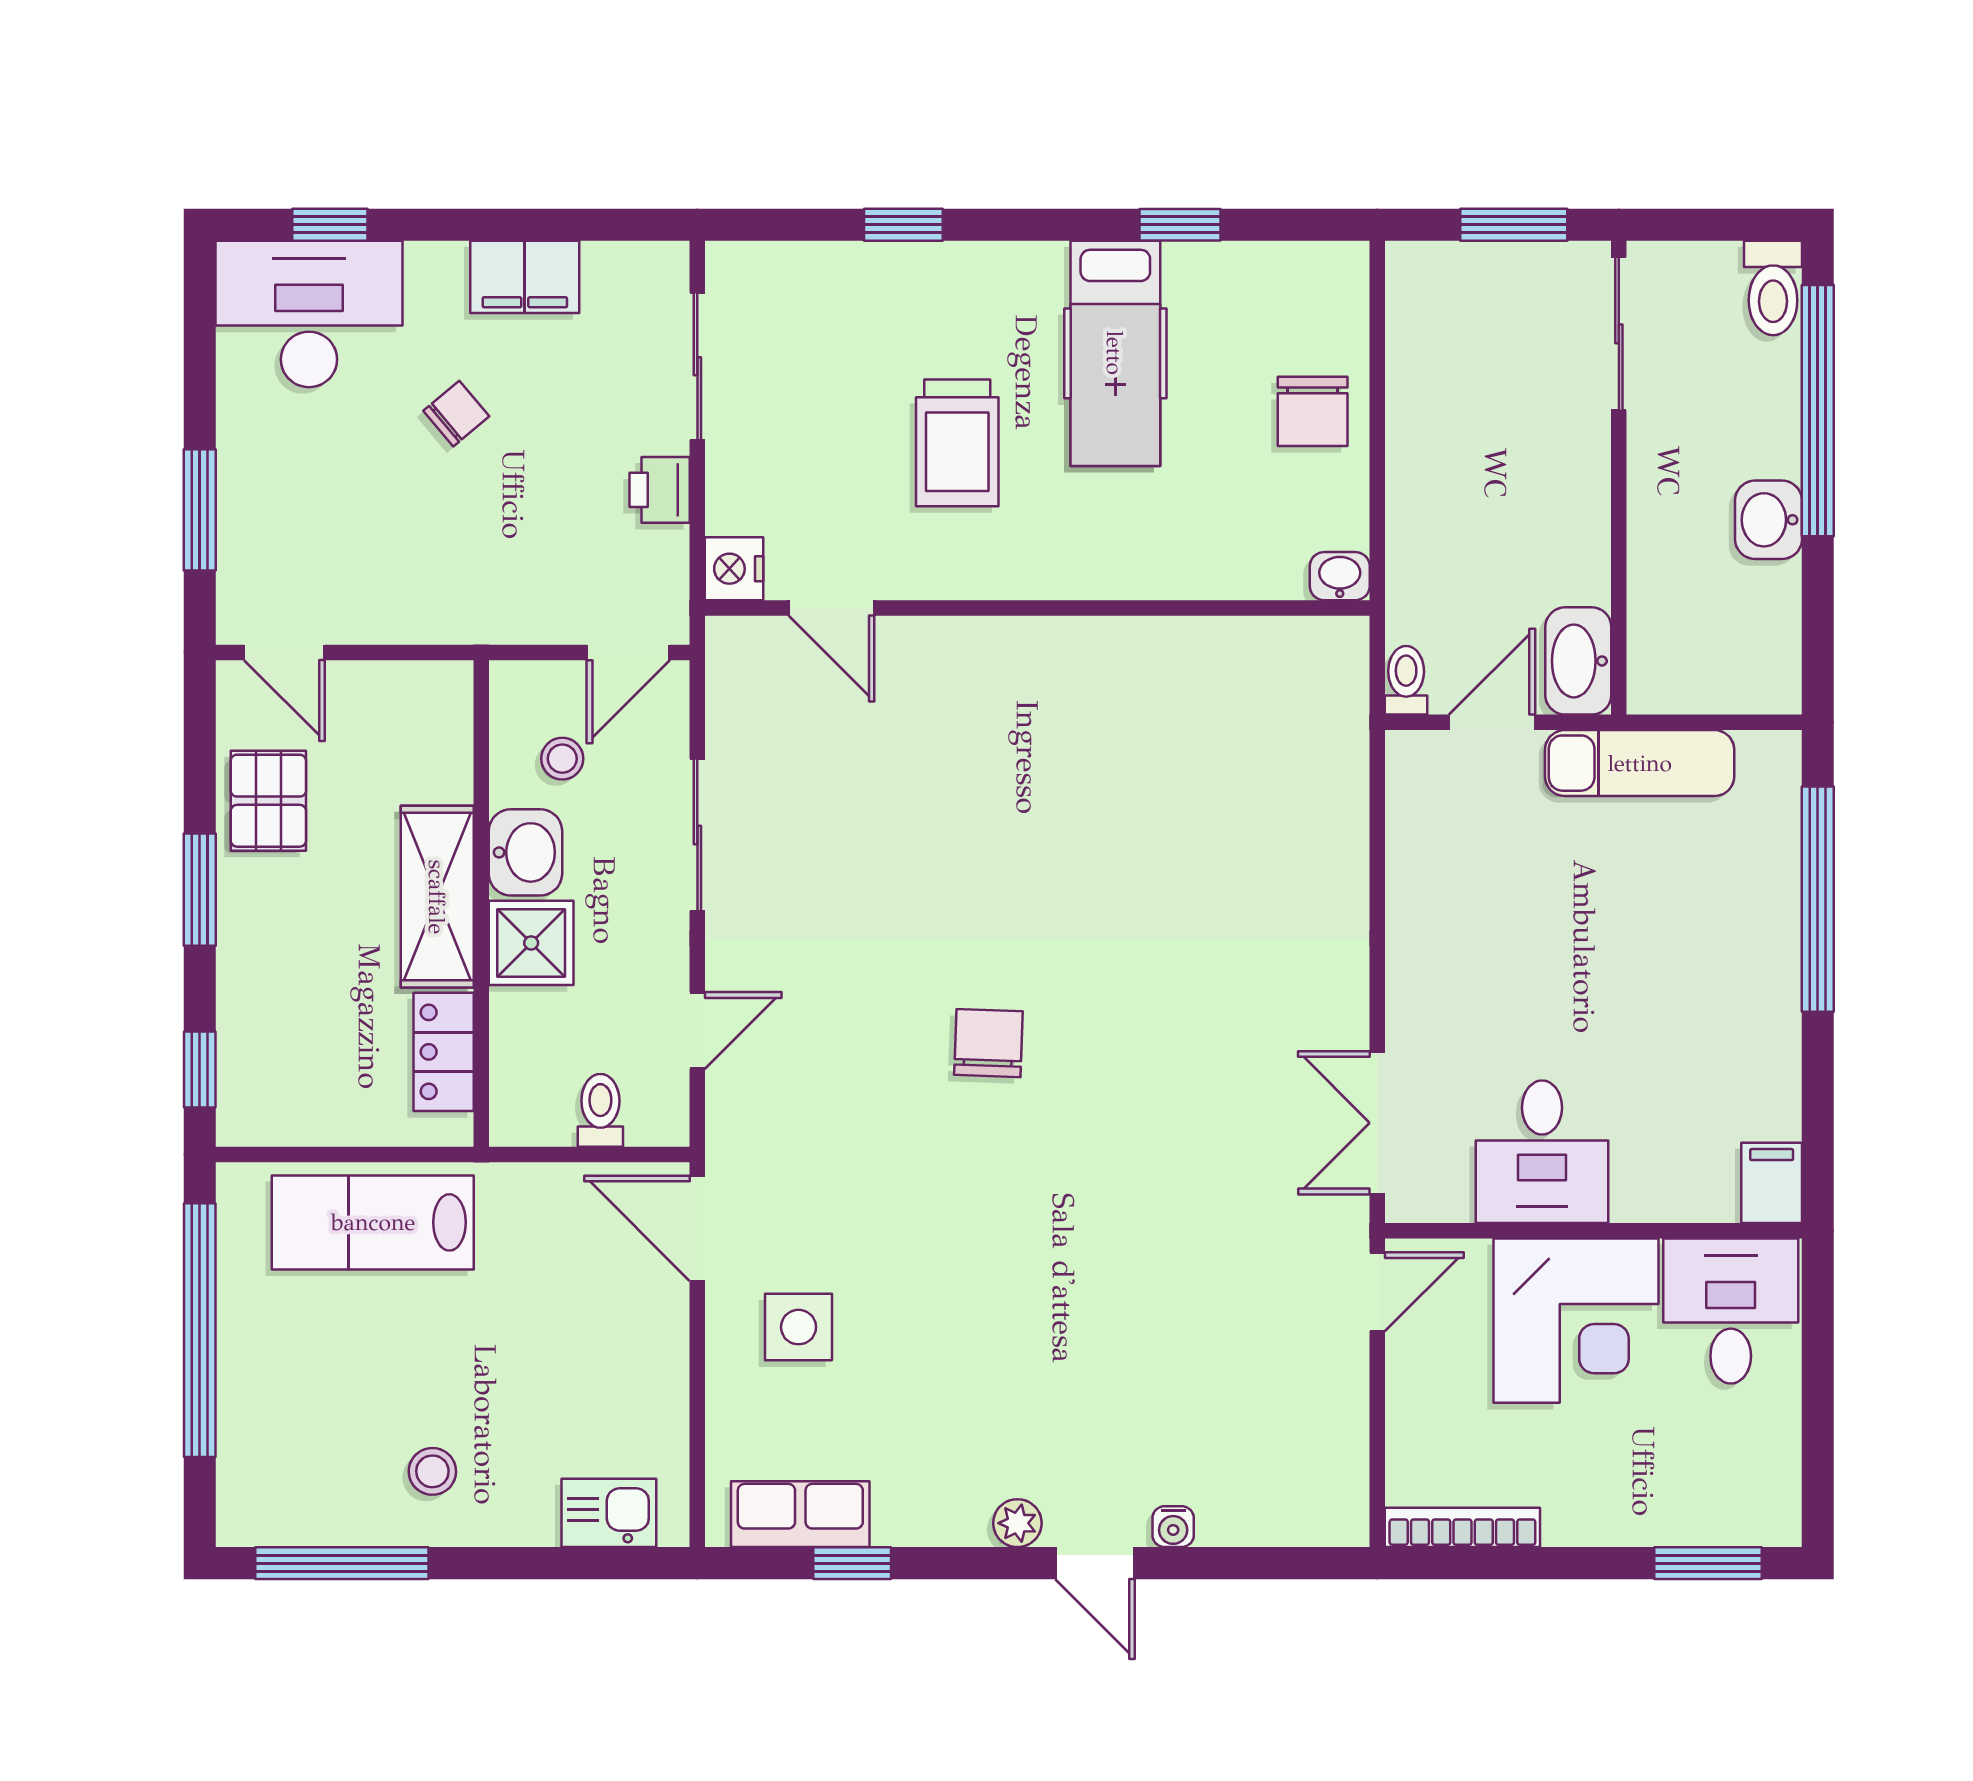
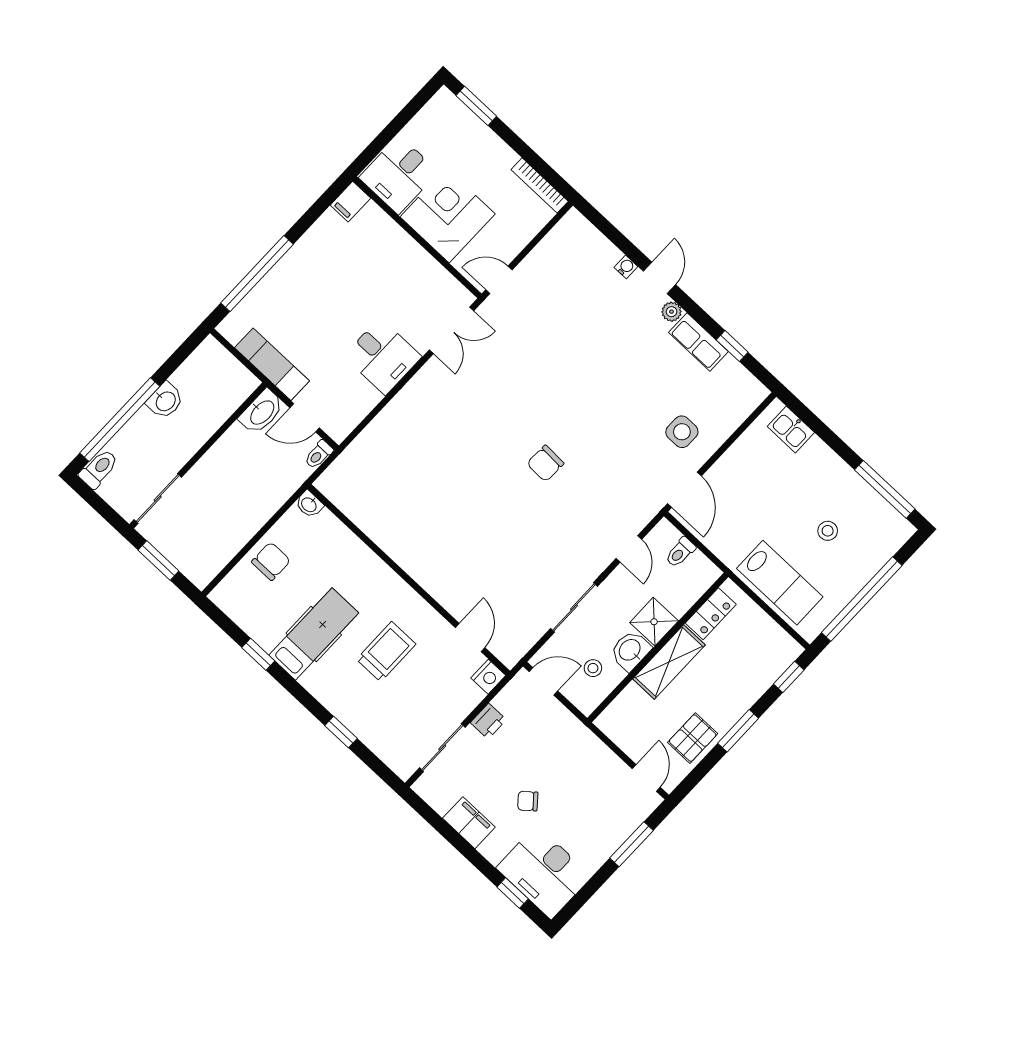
door: (697, 1031) -> (629, 549), swing flipped
desk: (1542, 1152) -> (383, 356), moved, turned 90
stool: (432, 1471) -> (828, 531), moved
row of seats: (800, 1514) -> (698, 342), moved

